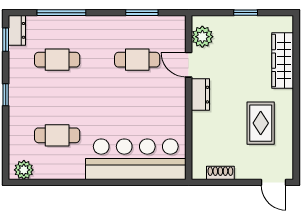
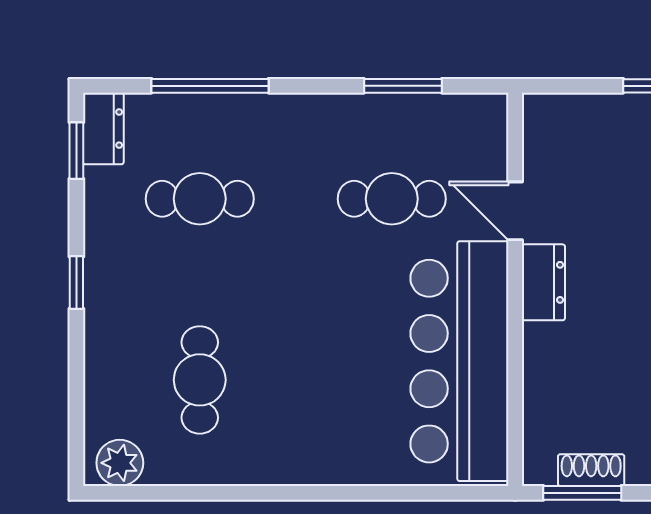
plant: (202, 37) -> (548, 144), removed
cafe table: (57, 135) -> (200, 380), turned 90
bar counter: (136, 159) -> (459, 361), moved, turned -90
window: (217, 182) -> (582, 493), added

